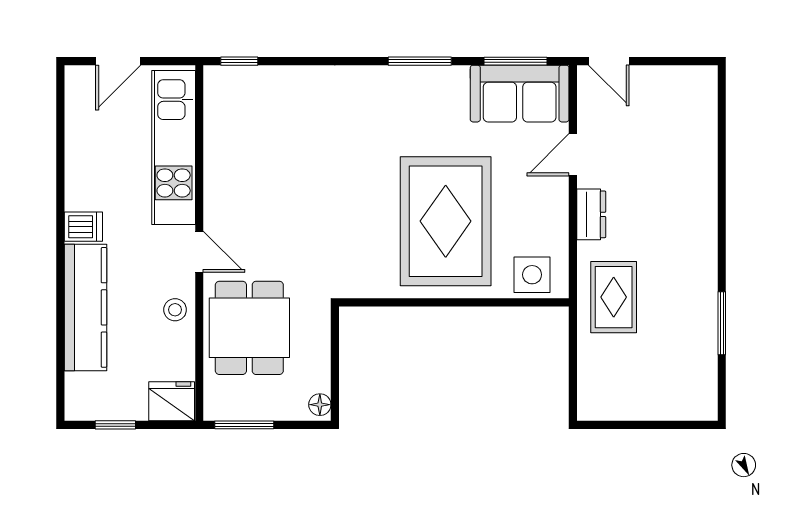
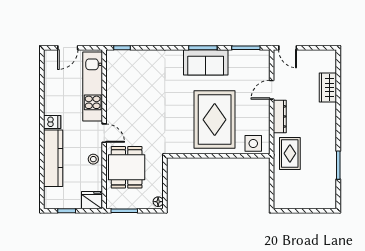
sofa: (520, 94) -> (206, 62), moved
wardrobe: (699, 150) -> (328, 87), added
dresser: (591, 214) -> (280, 116), width x1.44

